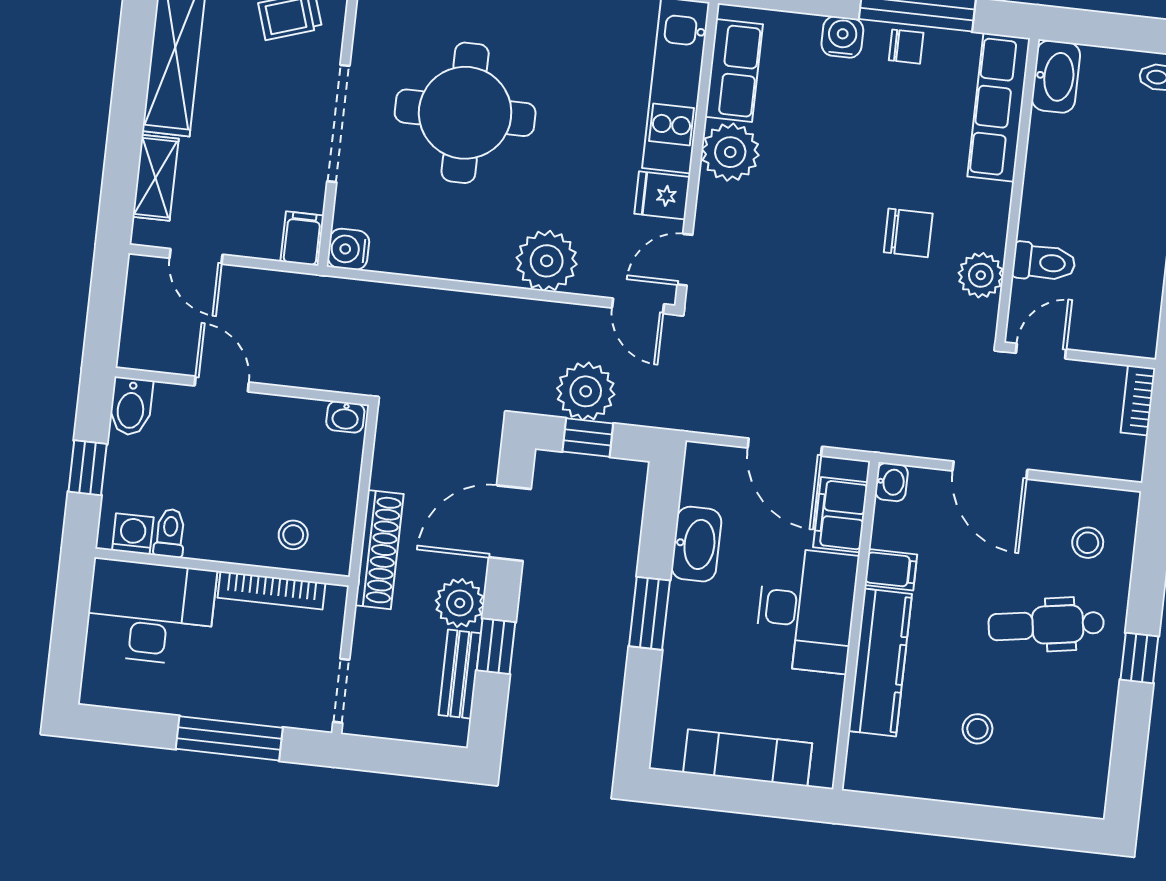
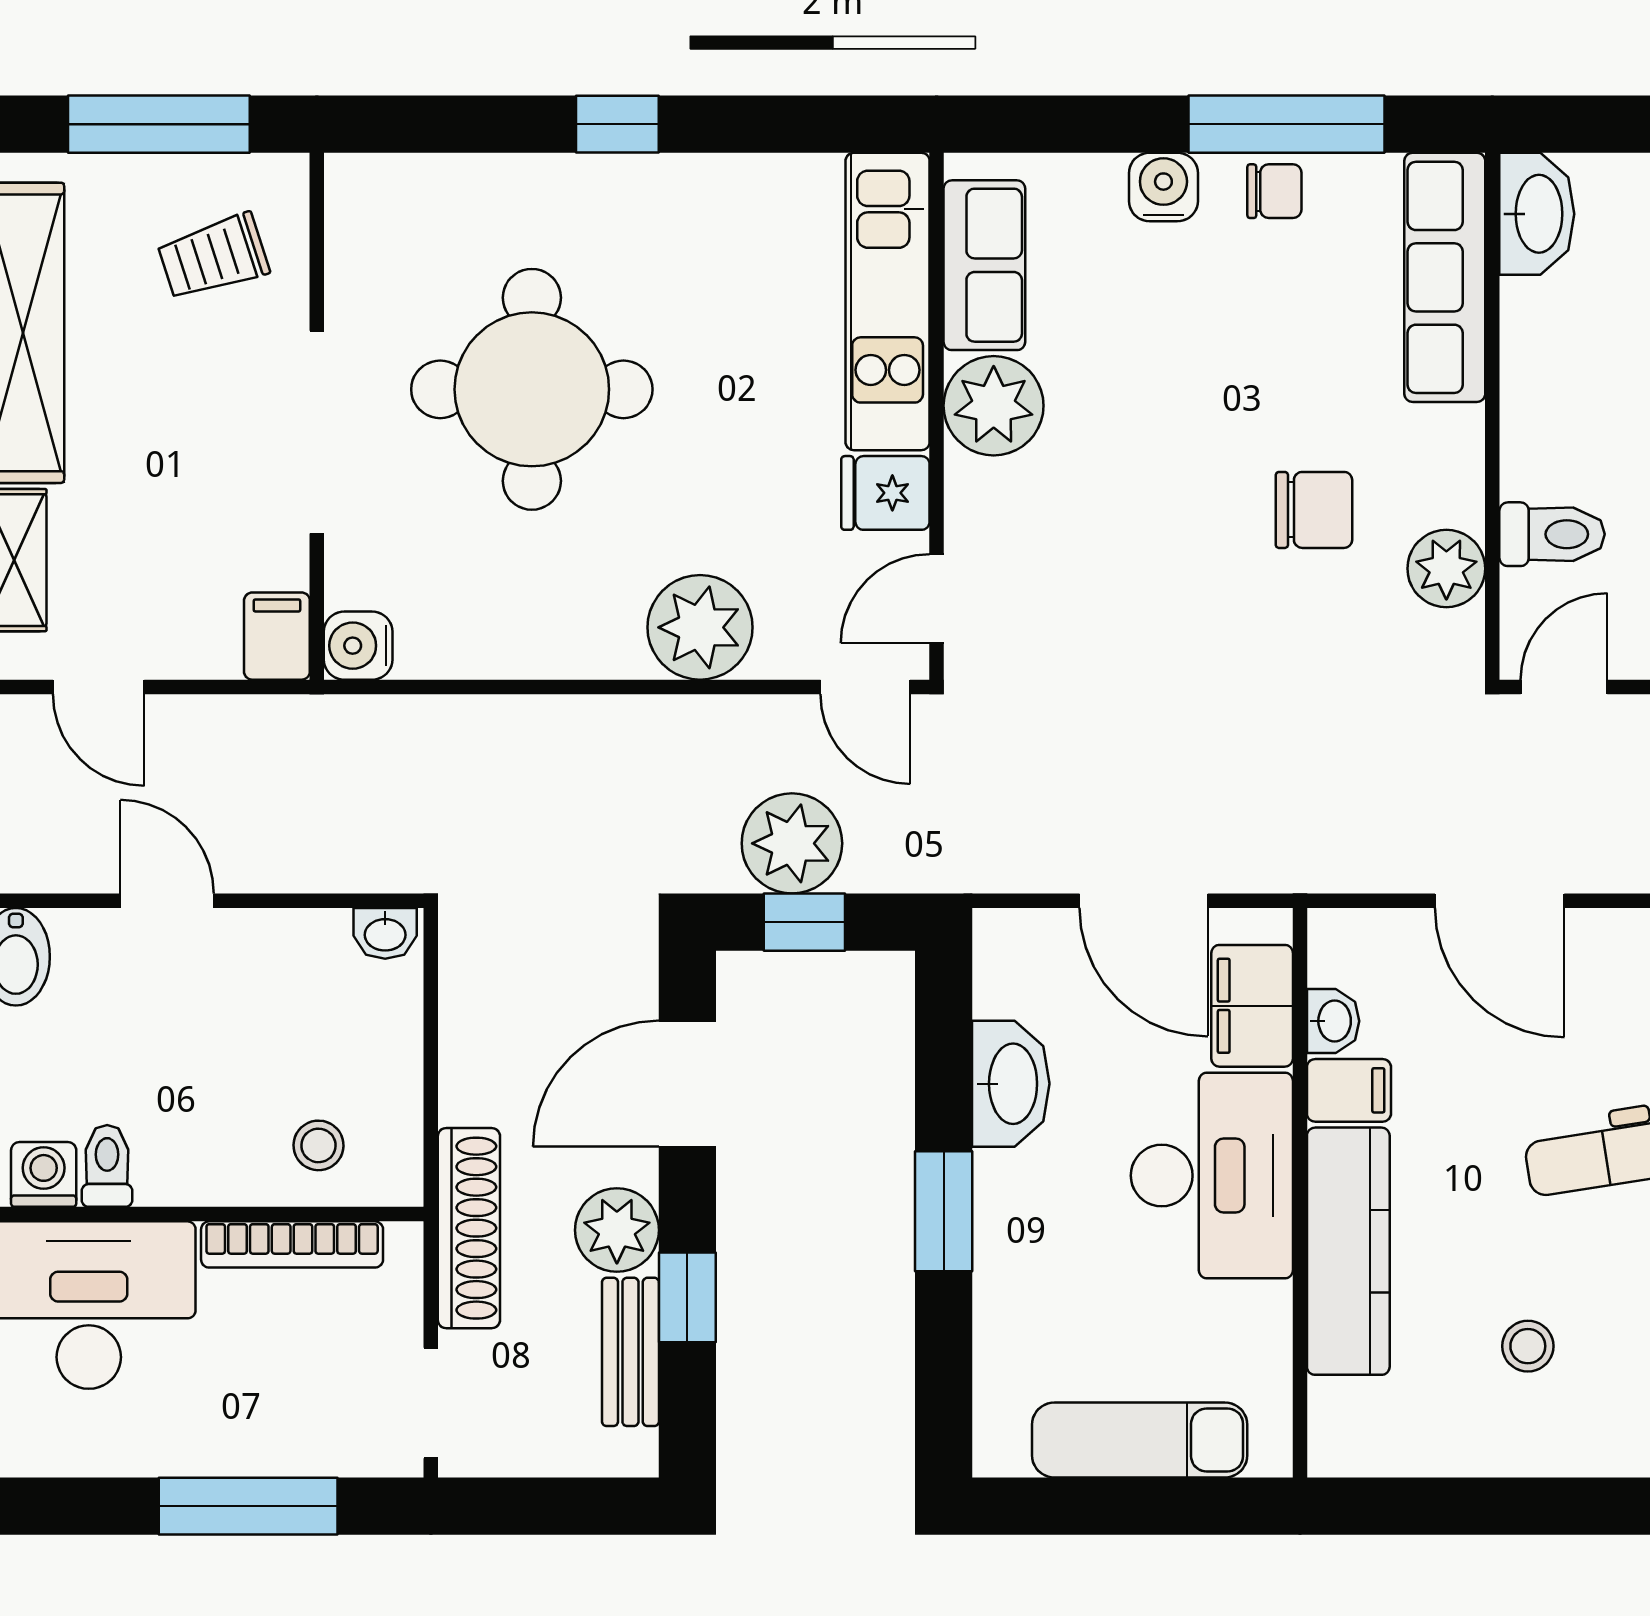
washbasin: (891, 482) -> (1333, 1021), moved
shoe rack: (379, 550) -> (469, 1228), moved

